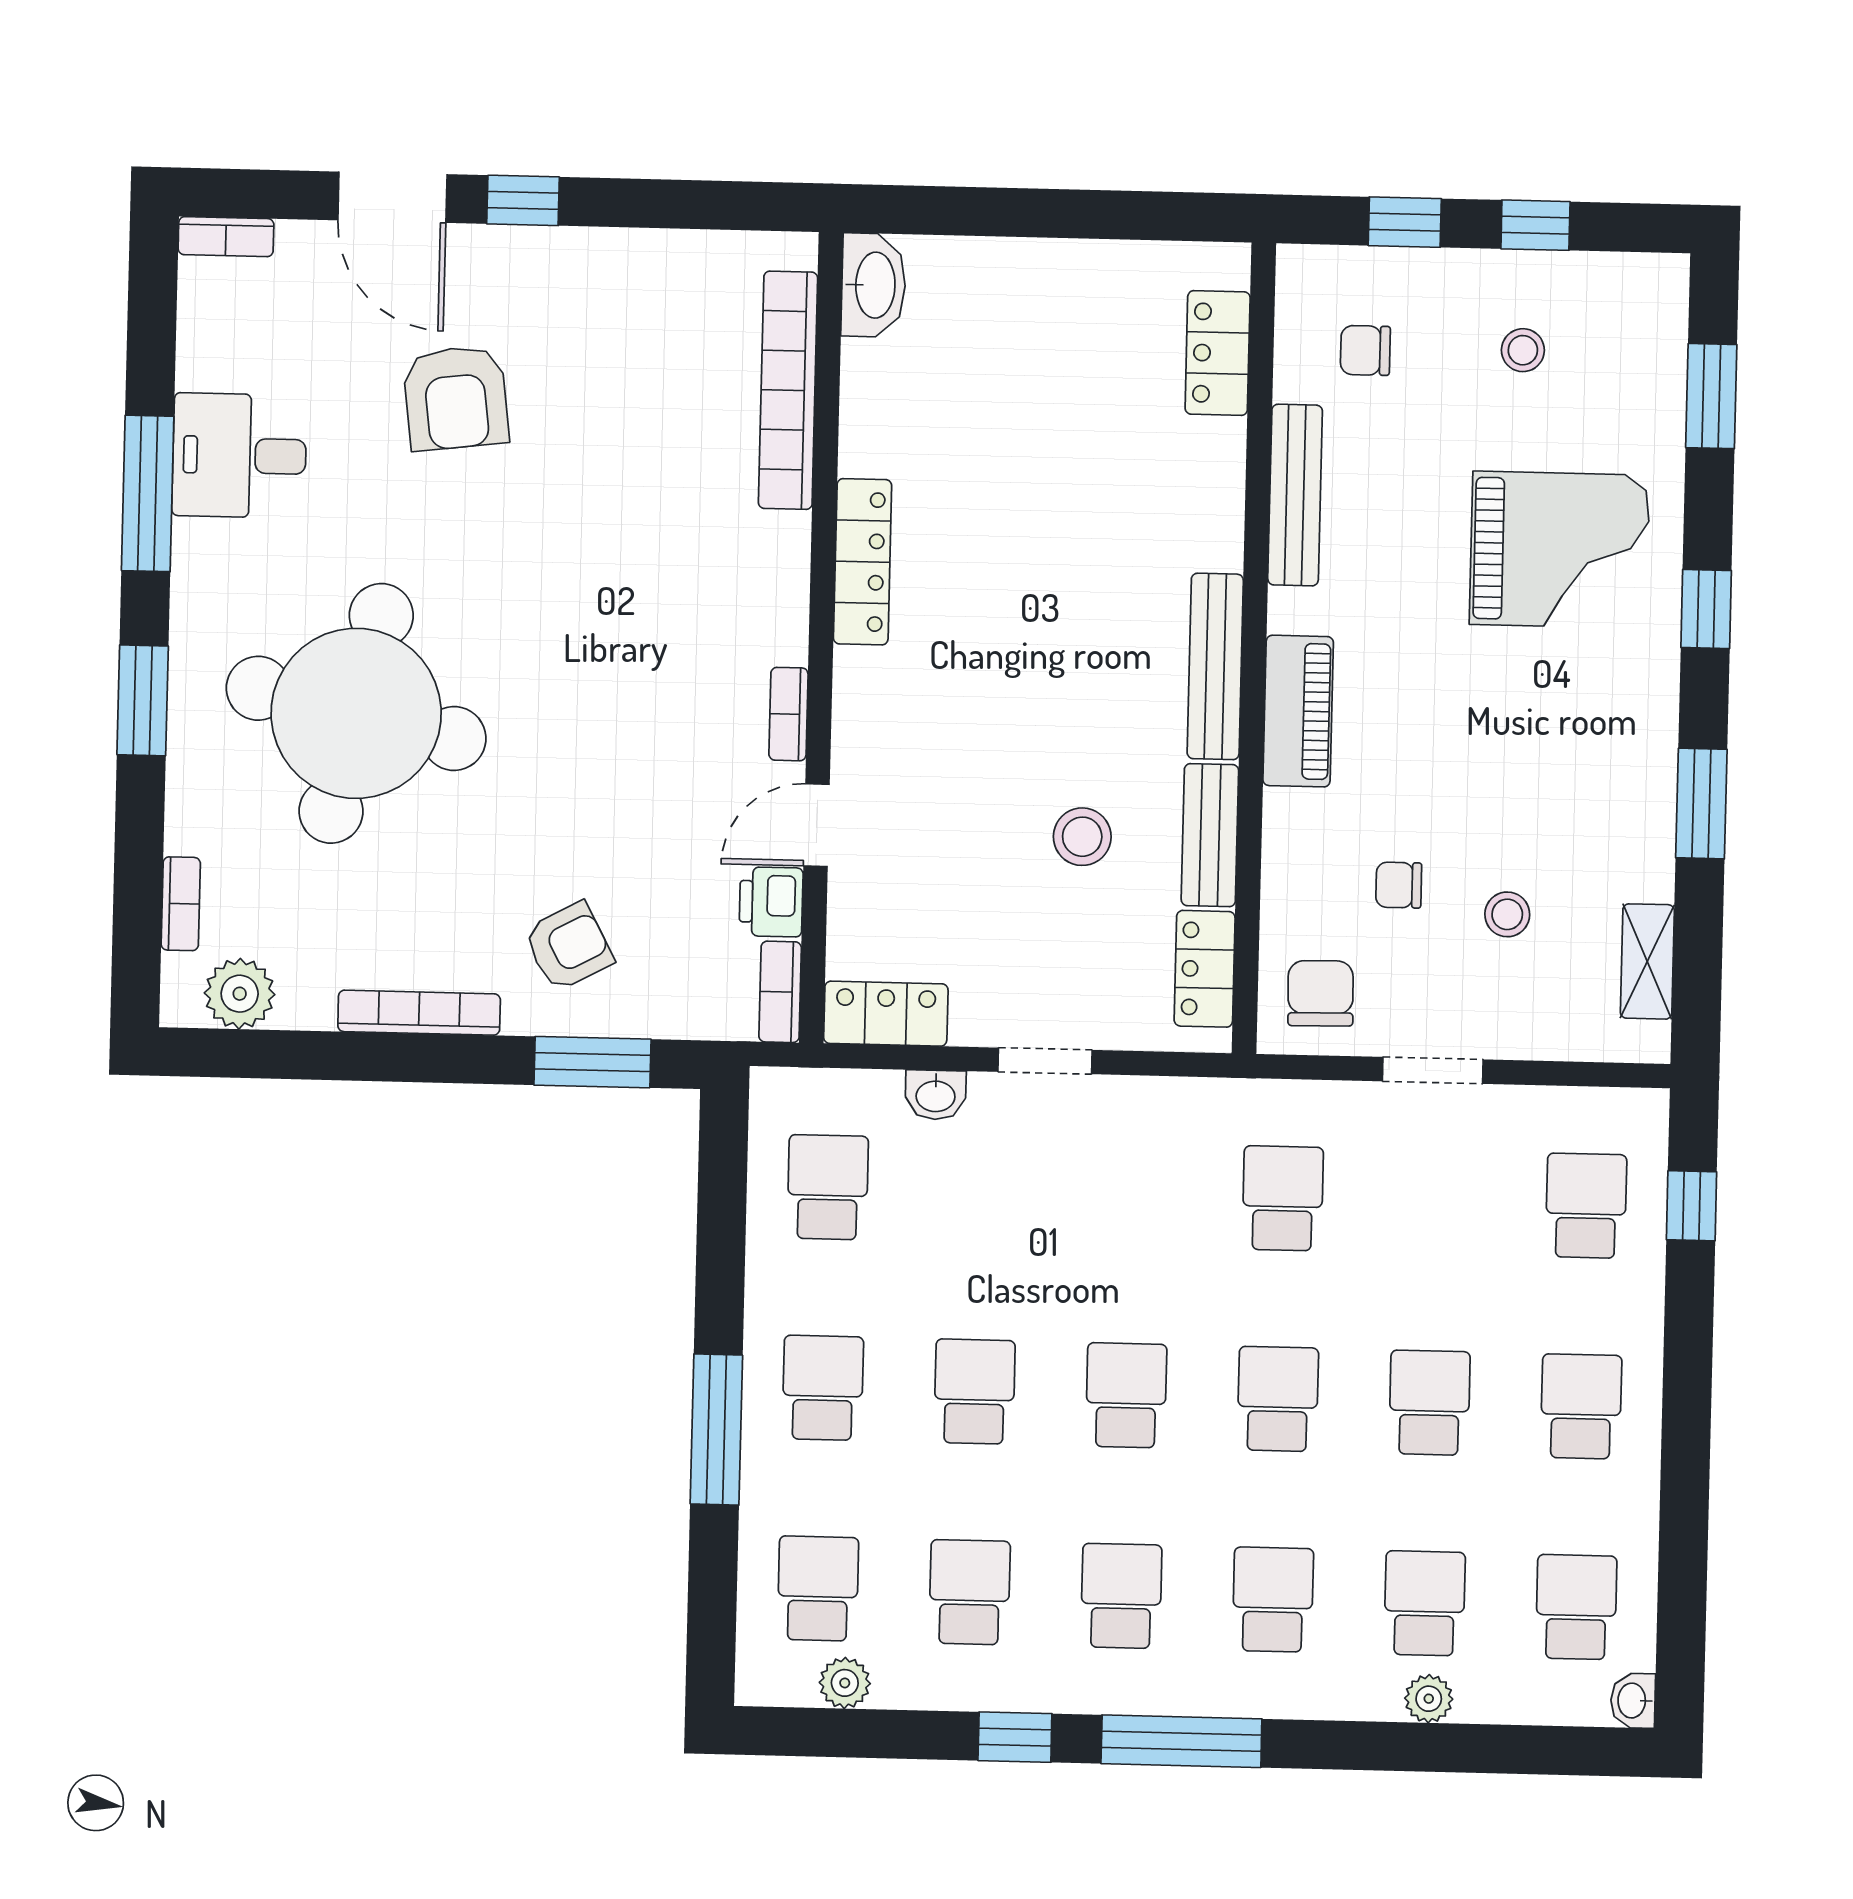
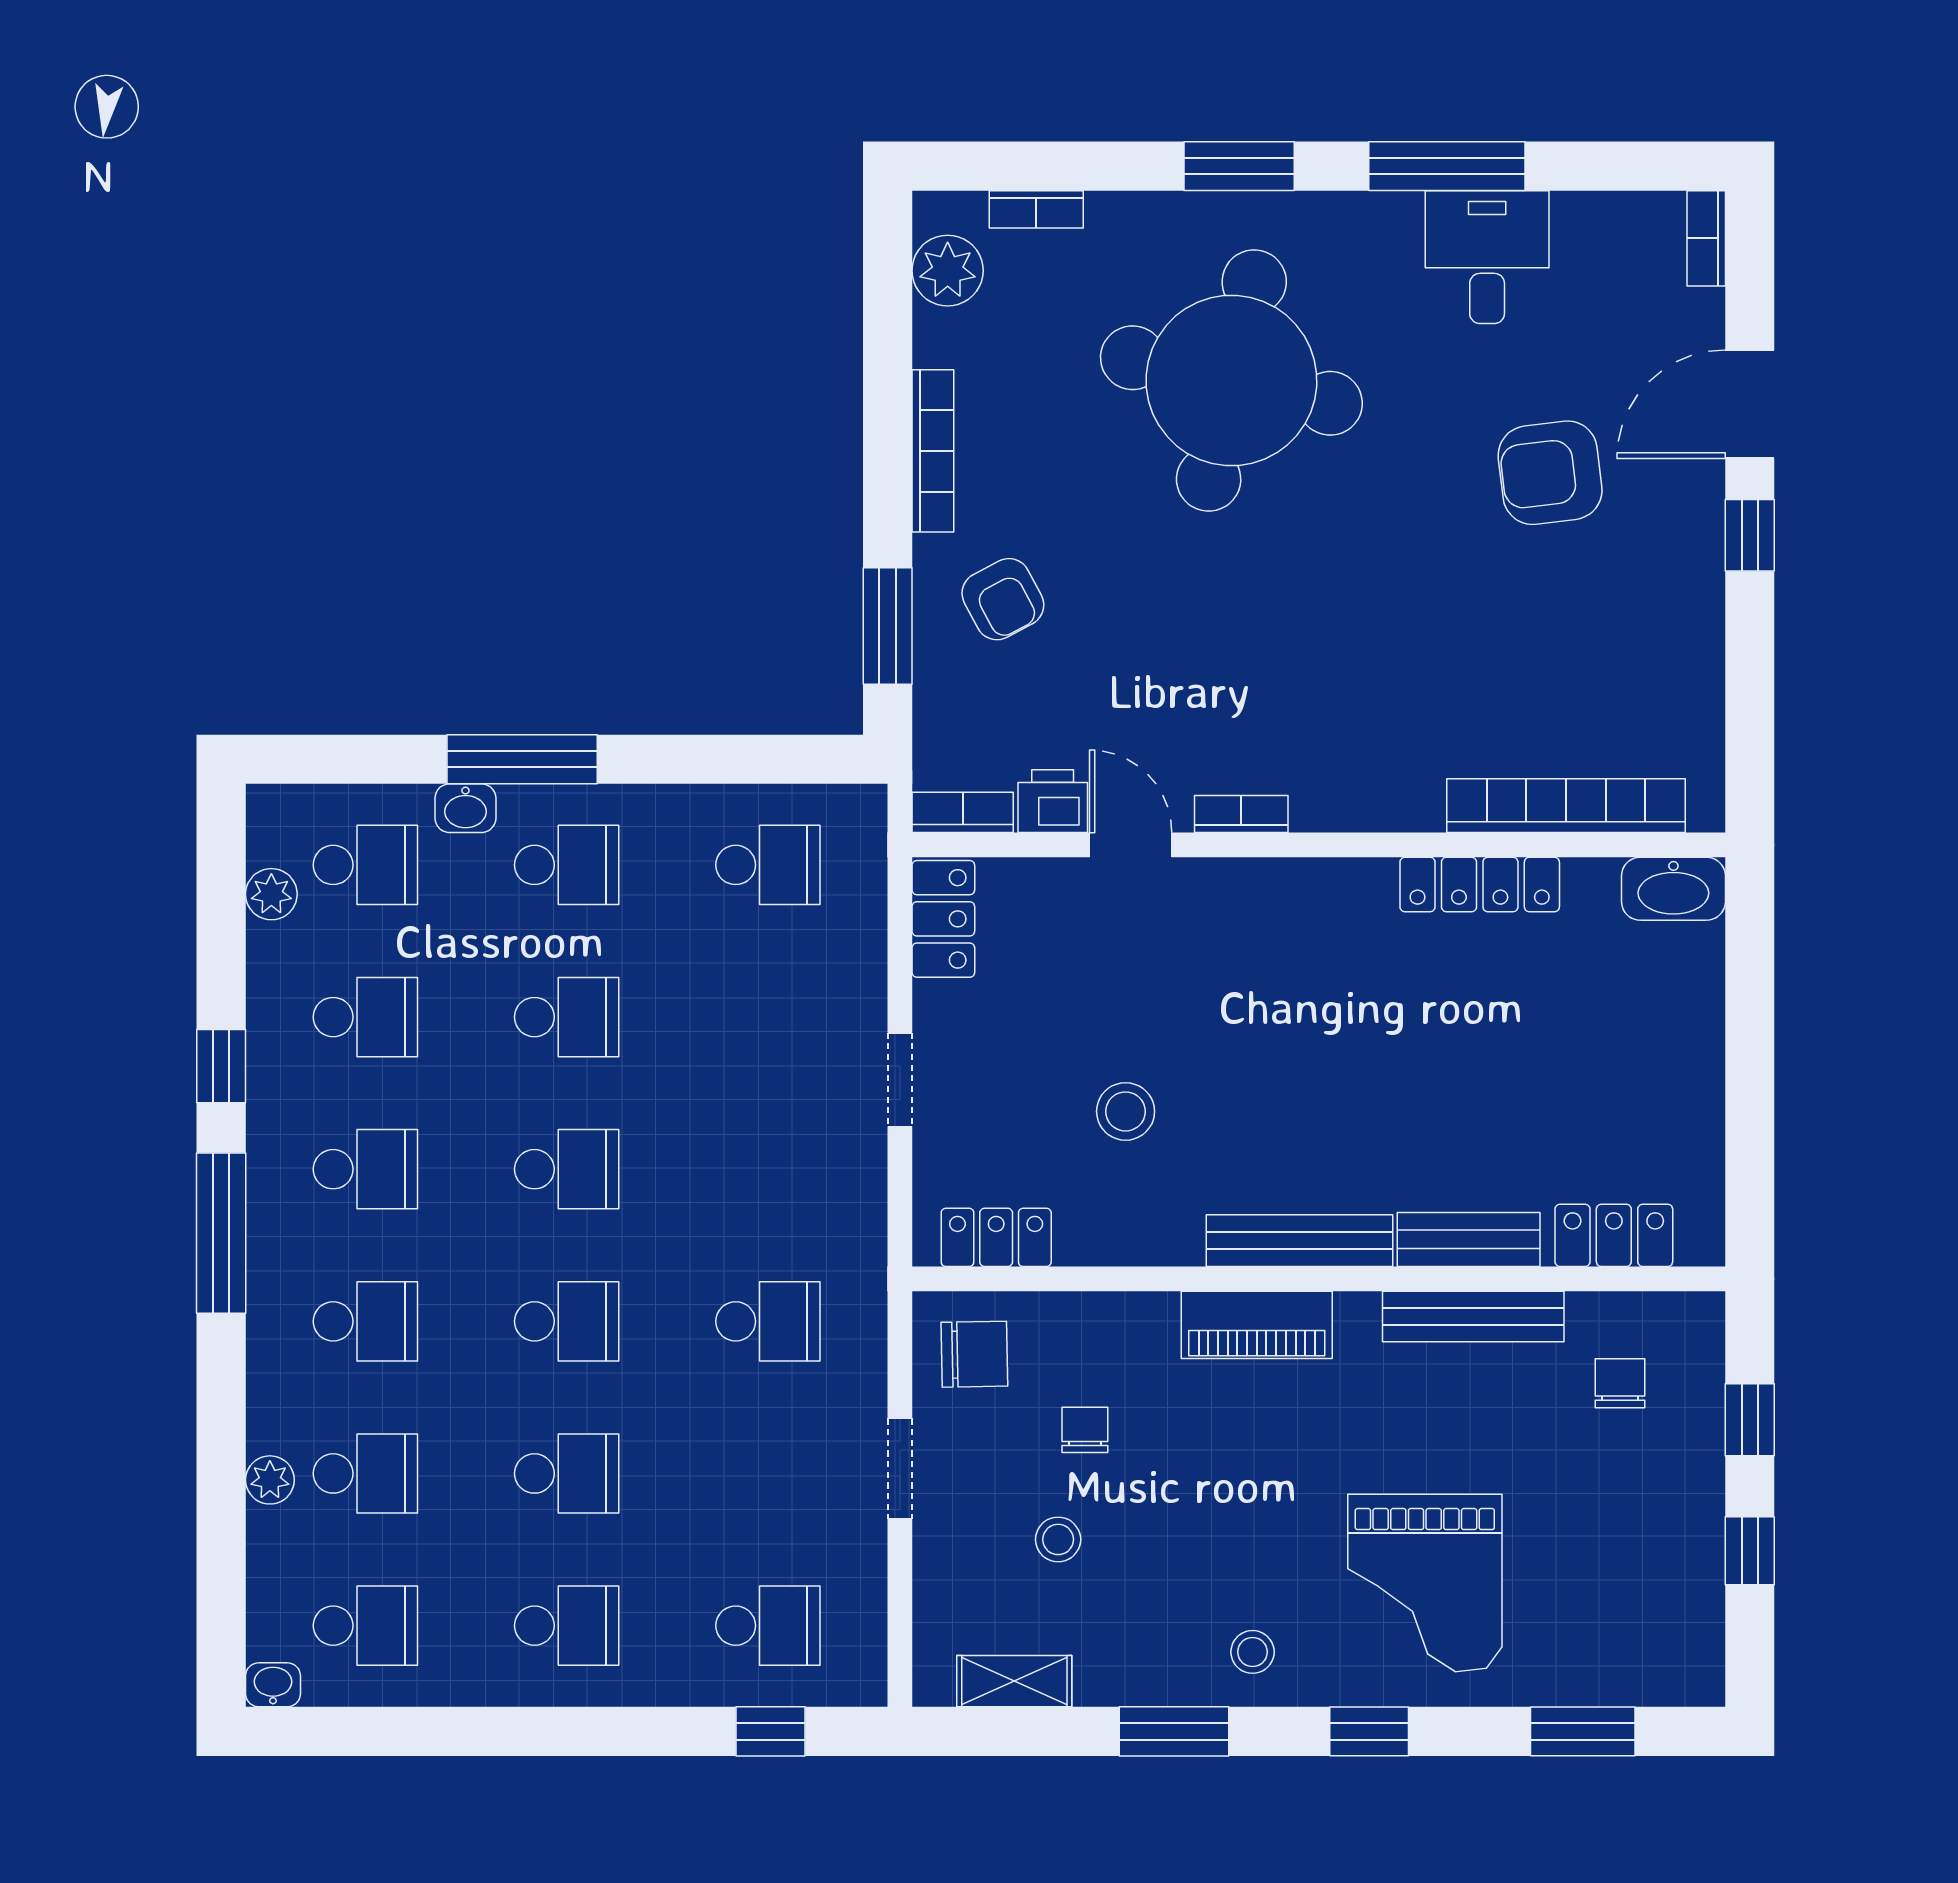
stool: (1523, 350) -> (1253, 1652), moved
locker: (863, 562) -> (1480, 884), moved
bench: (1210, 835) -> (1469, 1239), moved
washbasin: (936, 1095) -> (465, 808), moved, turned -90

